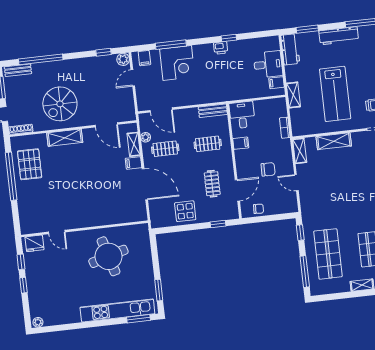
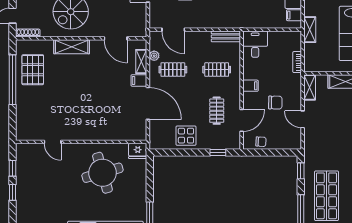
filing cabinet: (241, 143) -> (250, 86), moved
fridge: (34, 243) -> (138, 151), moved

